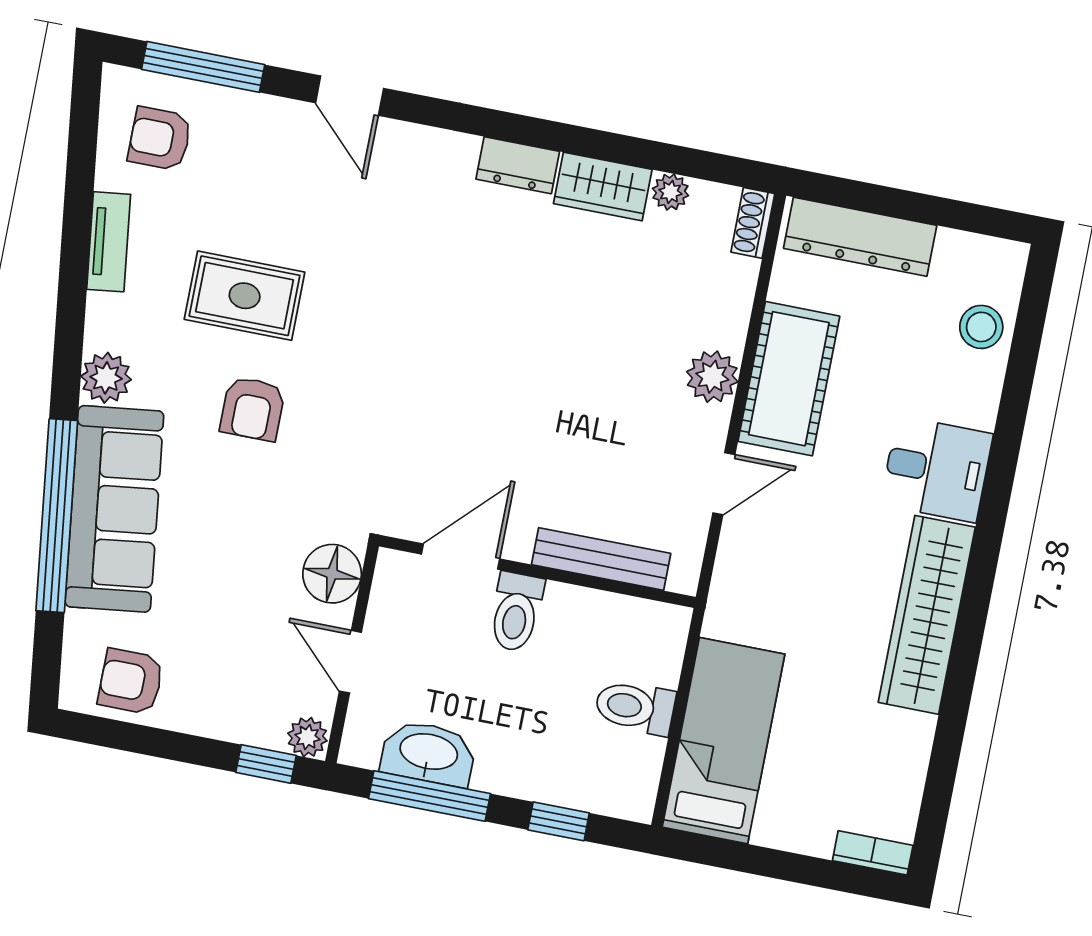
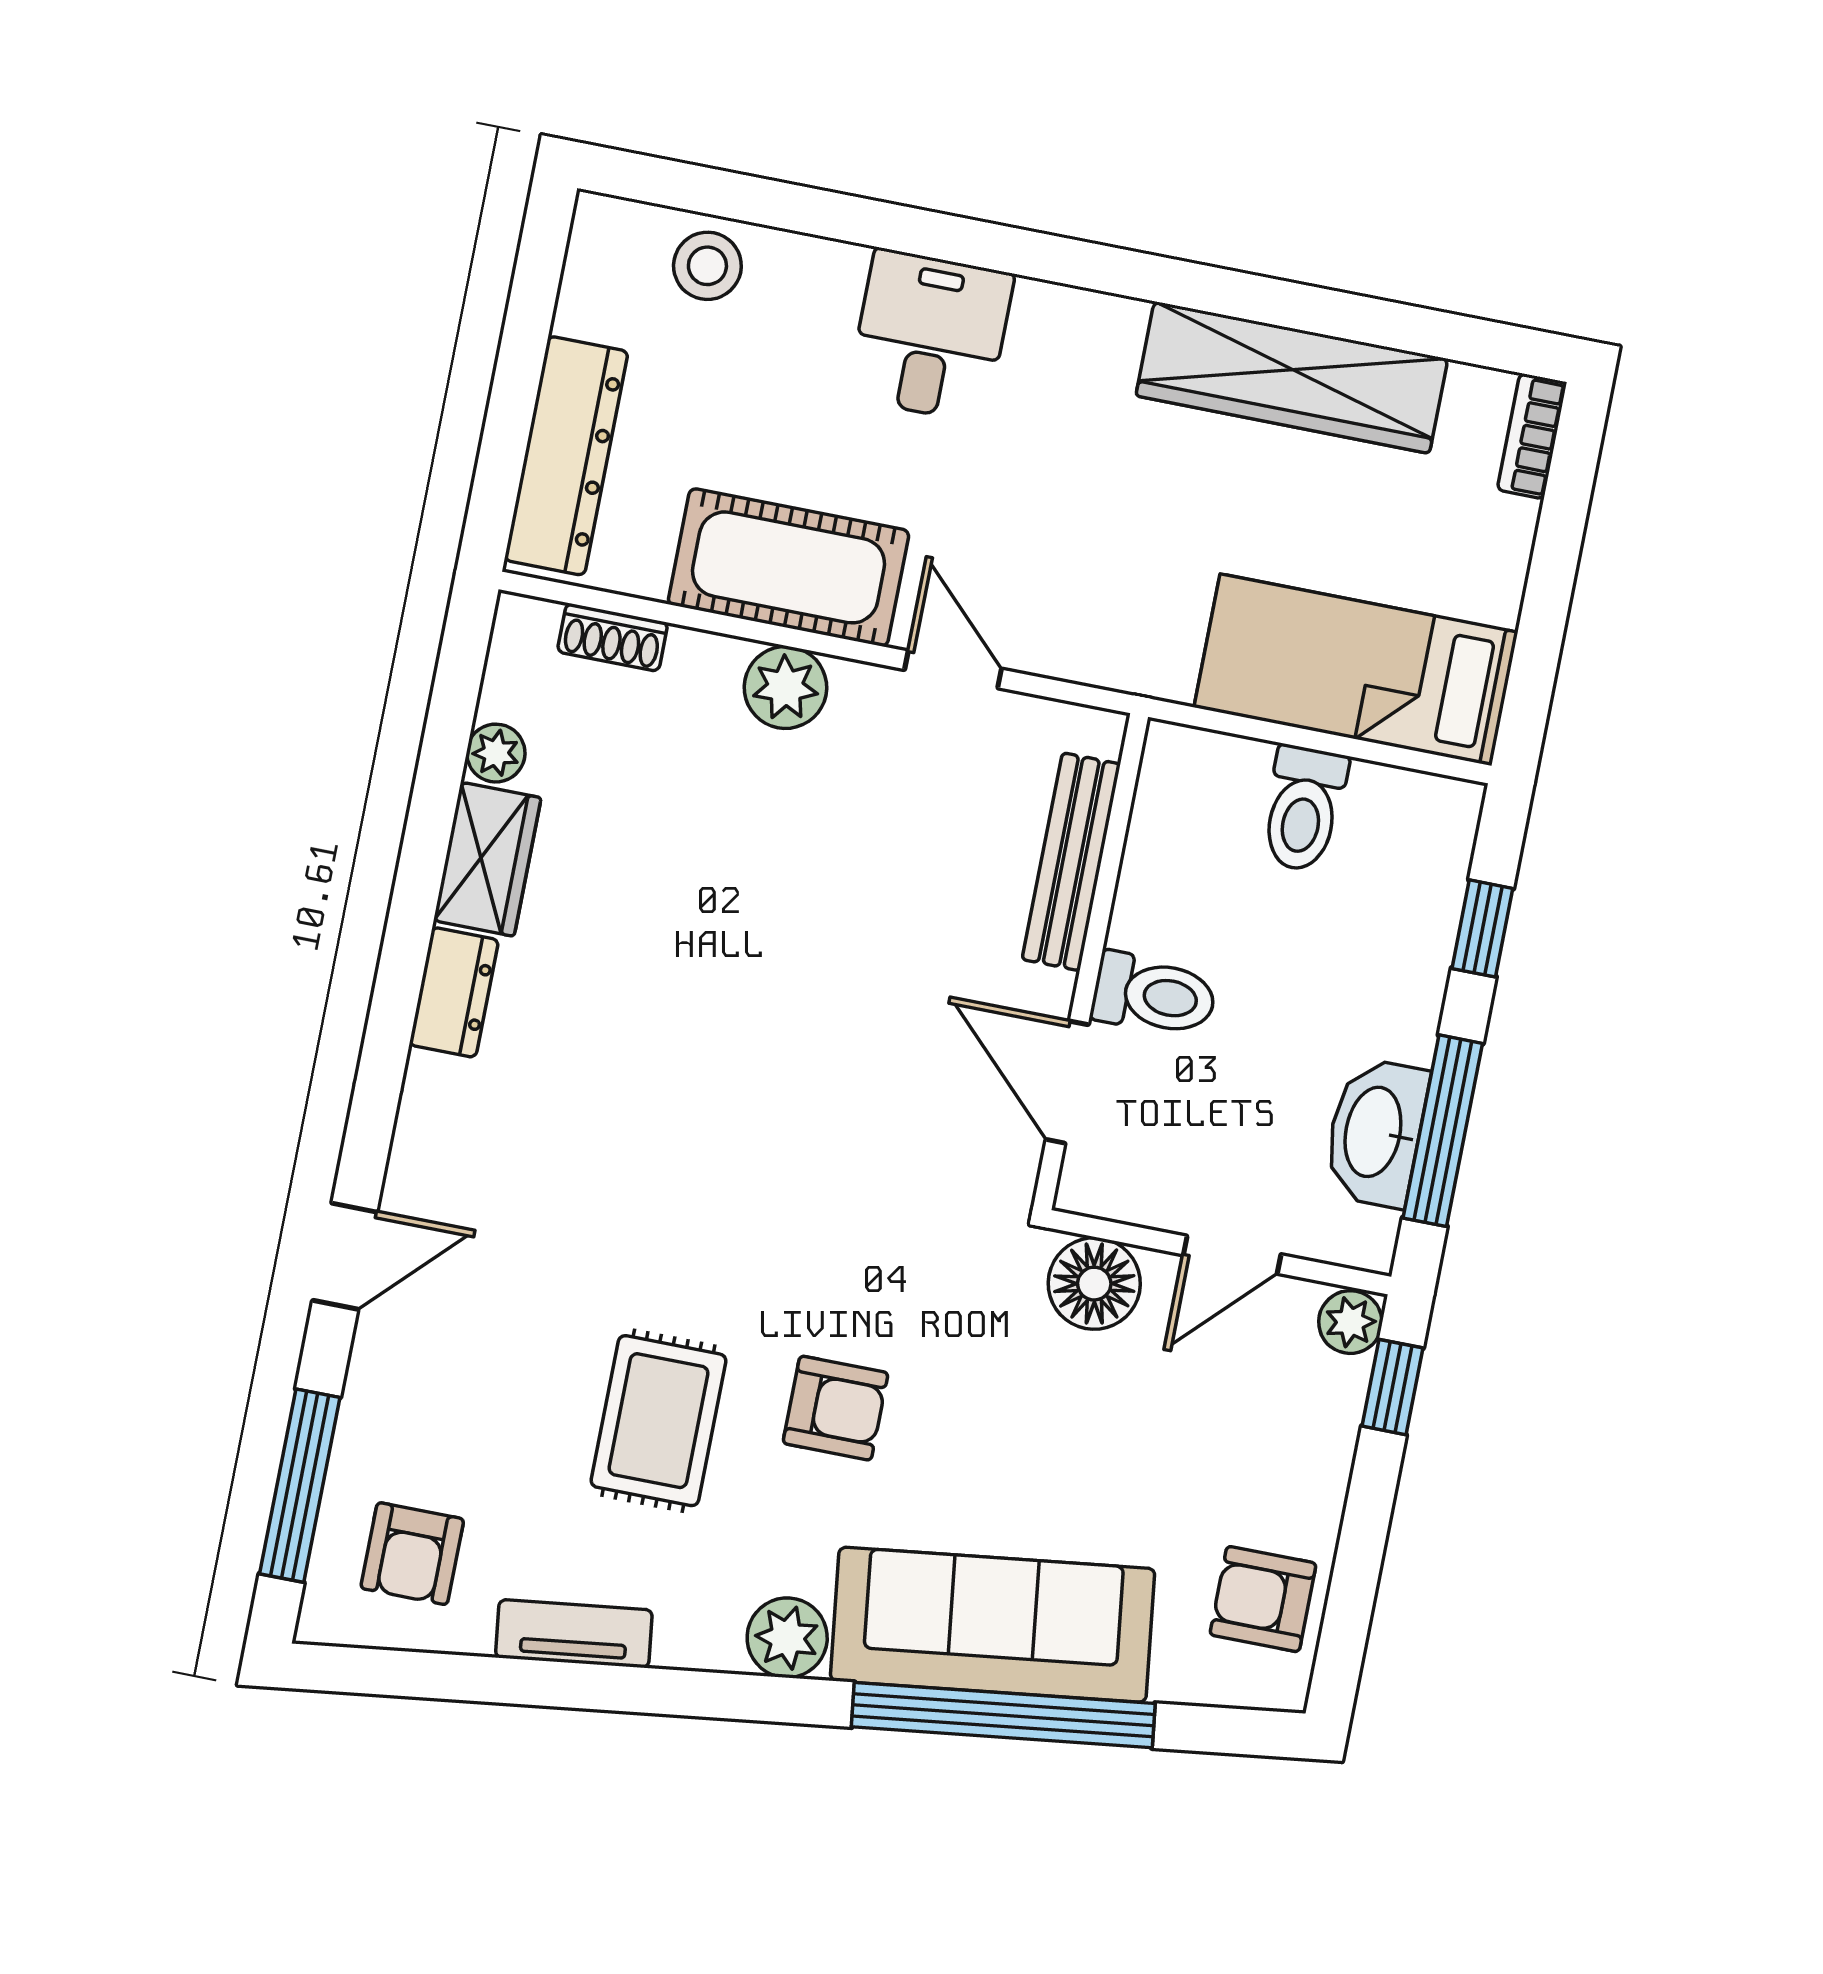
shoe rack: (753, 223) -> (613, 637), moved
wardrobe: (927, 615) -> (1292, 377), moved
armchair: (131, 681) -> (1263, 1599), turned 90

